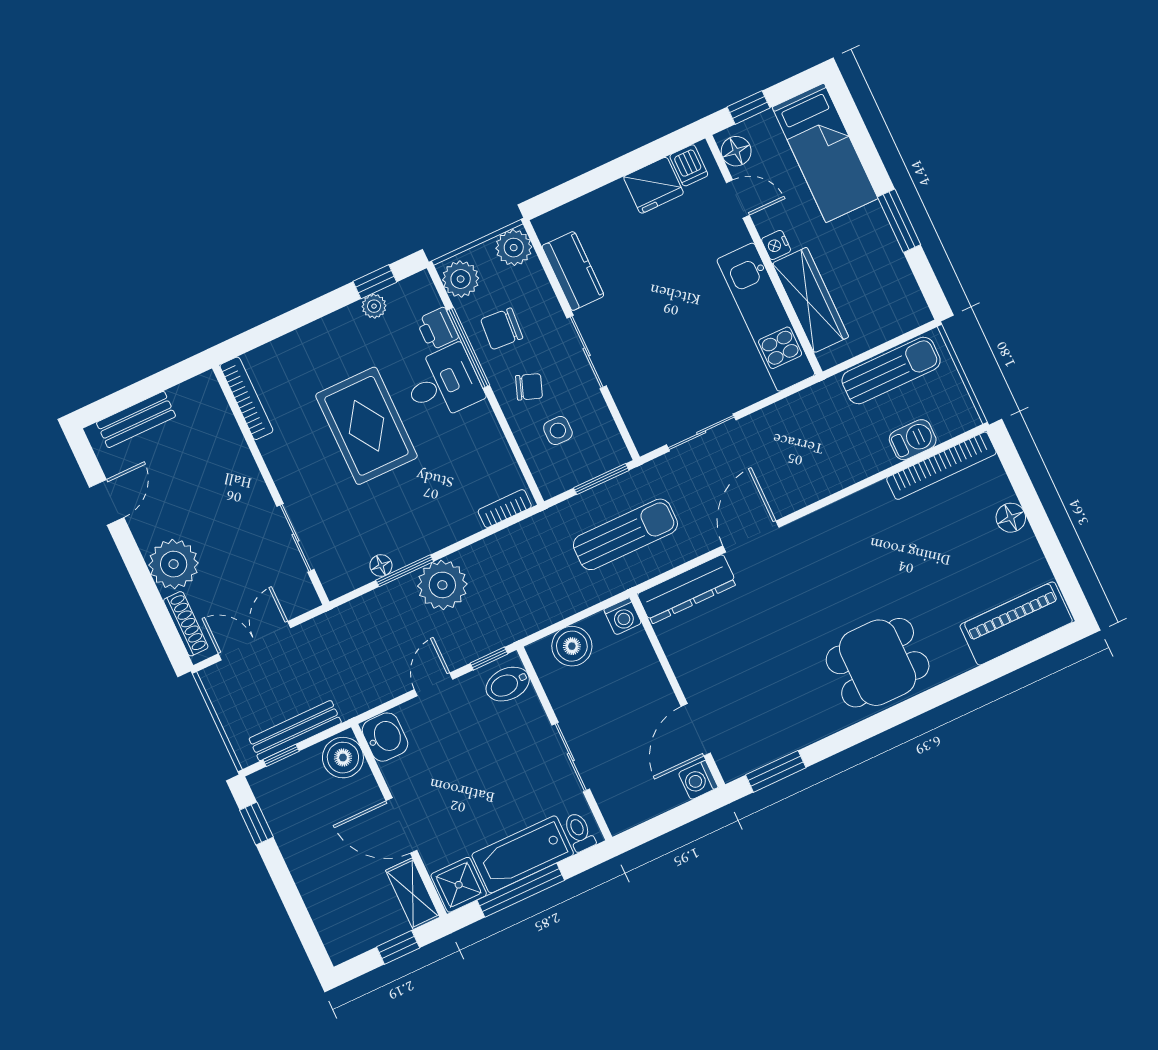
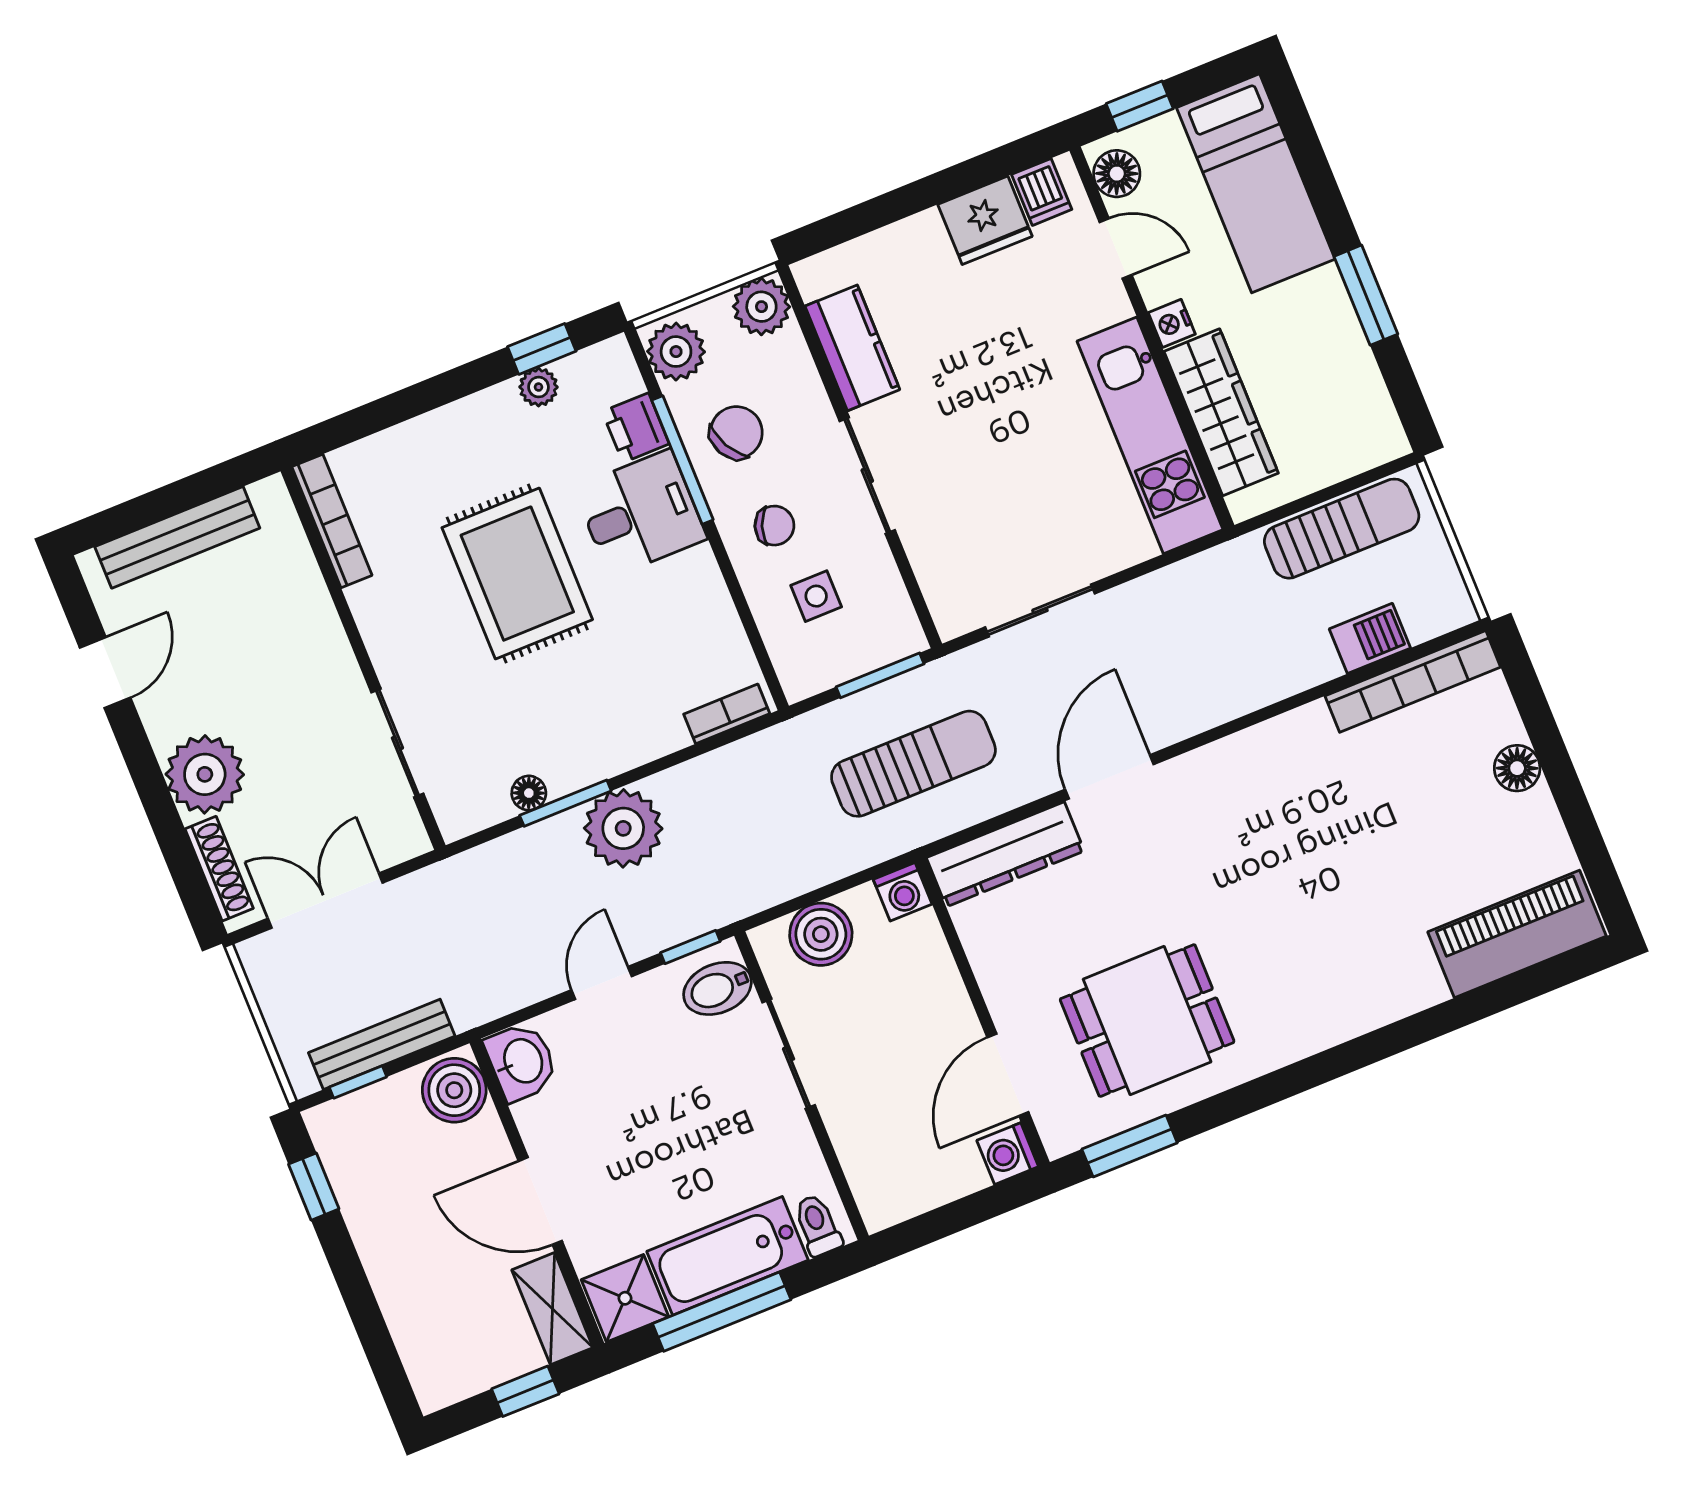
chair: (502, 329) -> (736, 433), turned 148
bench: (136, 419) -> (177, 537), width x1.36
dining table: (878, 663) -> (1147, 1021), moved
sliding door: (571, 757) -> (789, 1054), moved

